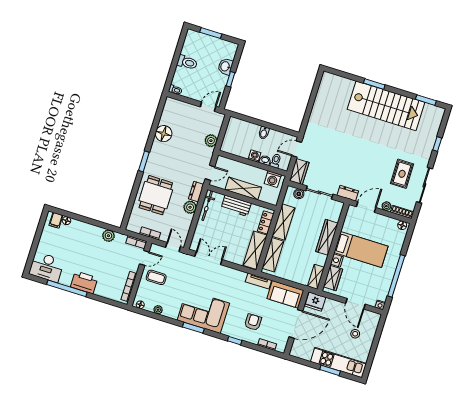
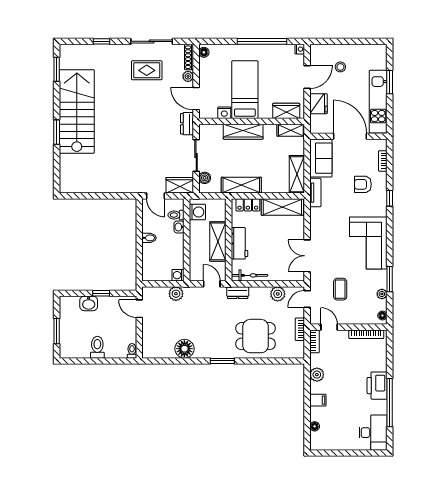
washing machine: (255, 156) -> (178, 275), moved
plant: (190, 207) -> (278, 294), moved
filing cabinet: (56, 220) -> (318, 400), moved
shelving: (273, 255) -> (297, 174), moved, turned 90
nightstand: (337, 260) -> (224, 113), moved
coffee table: (156, 277) -> (340, 289), moved
fridge: (315, 302) -> (319, 104), moved
window: (193, 328) -> (390, 279), moved
kitchen unit: (338, 363) -> (378, 102), moved

